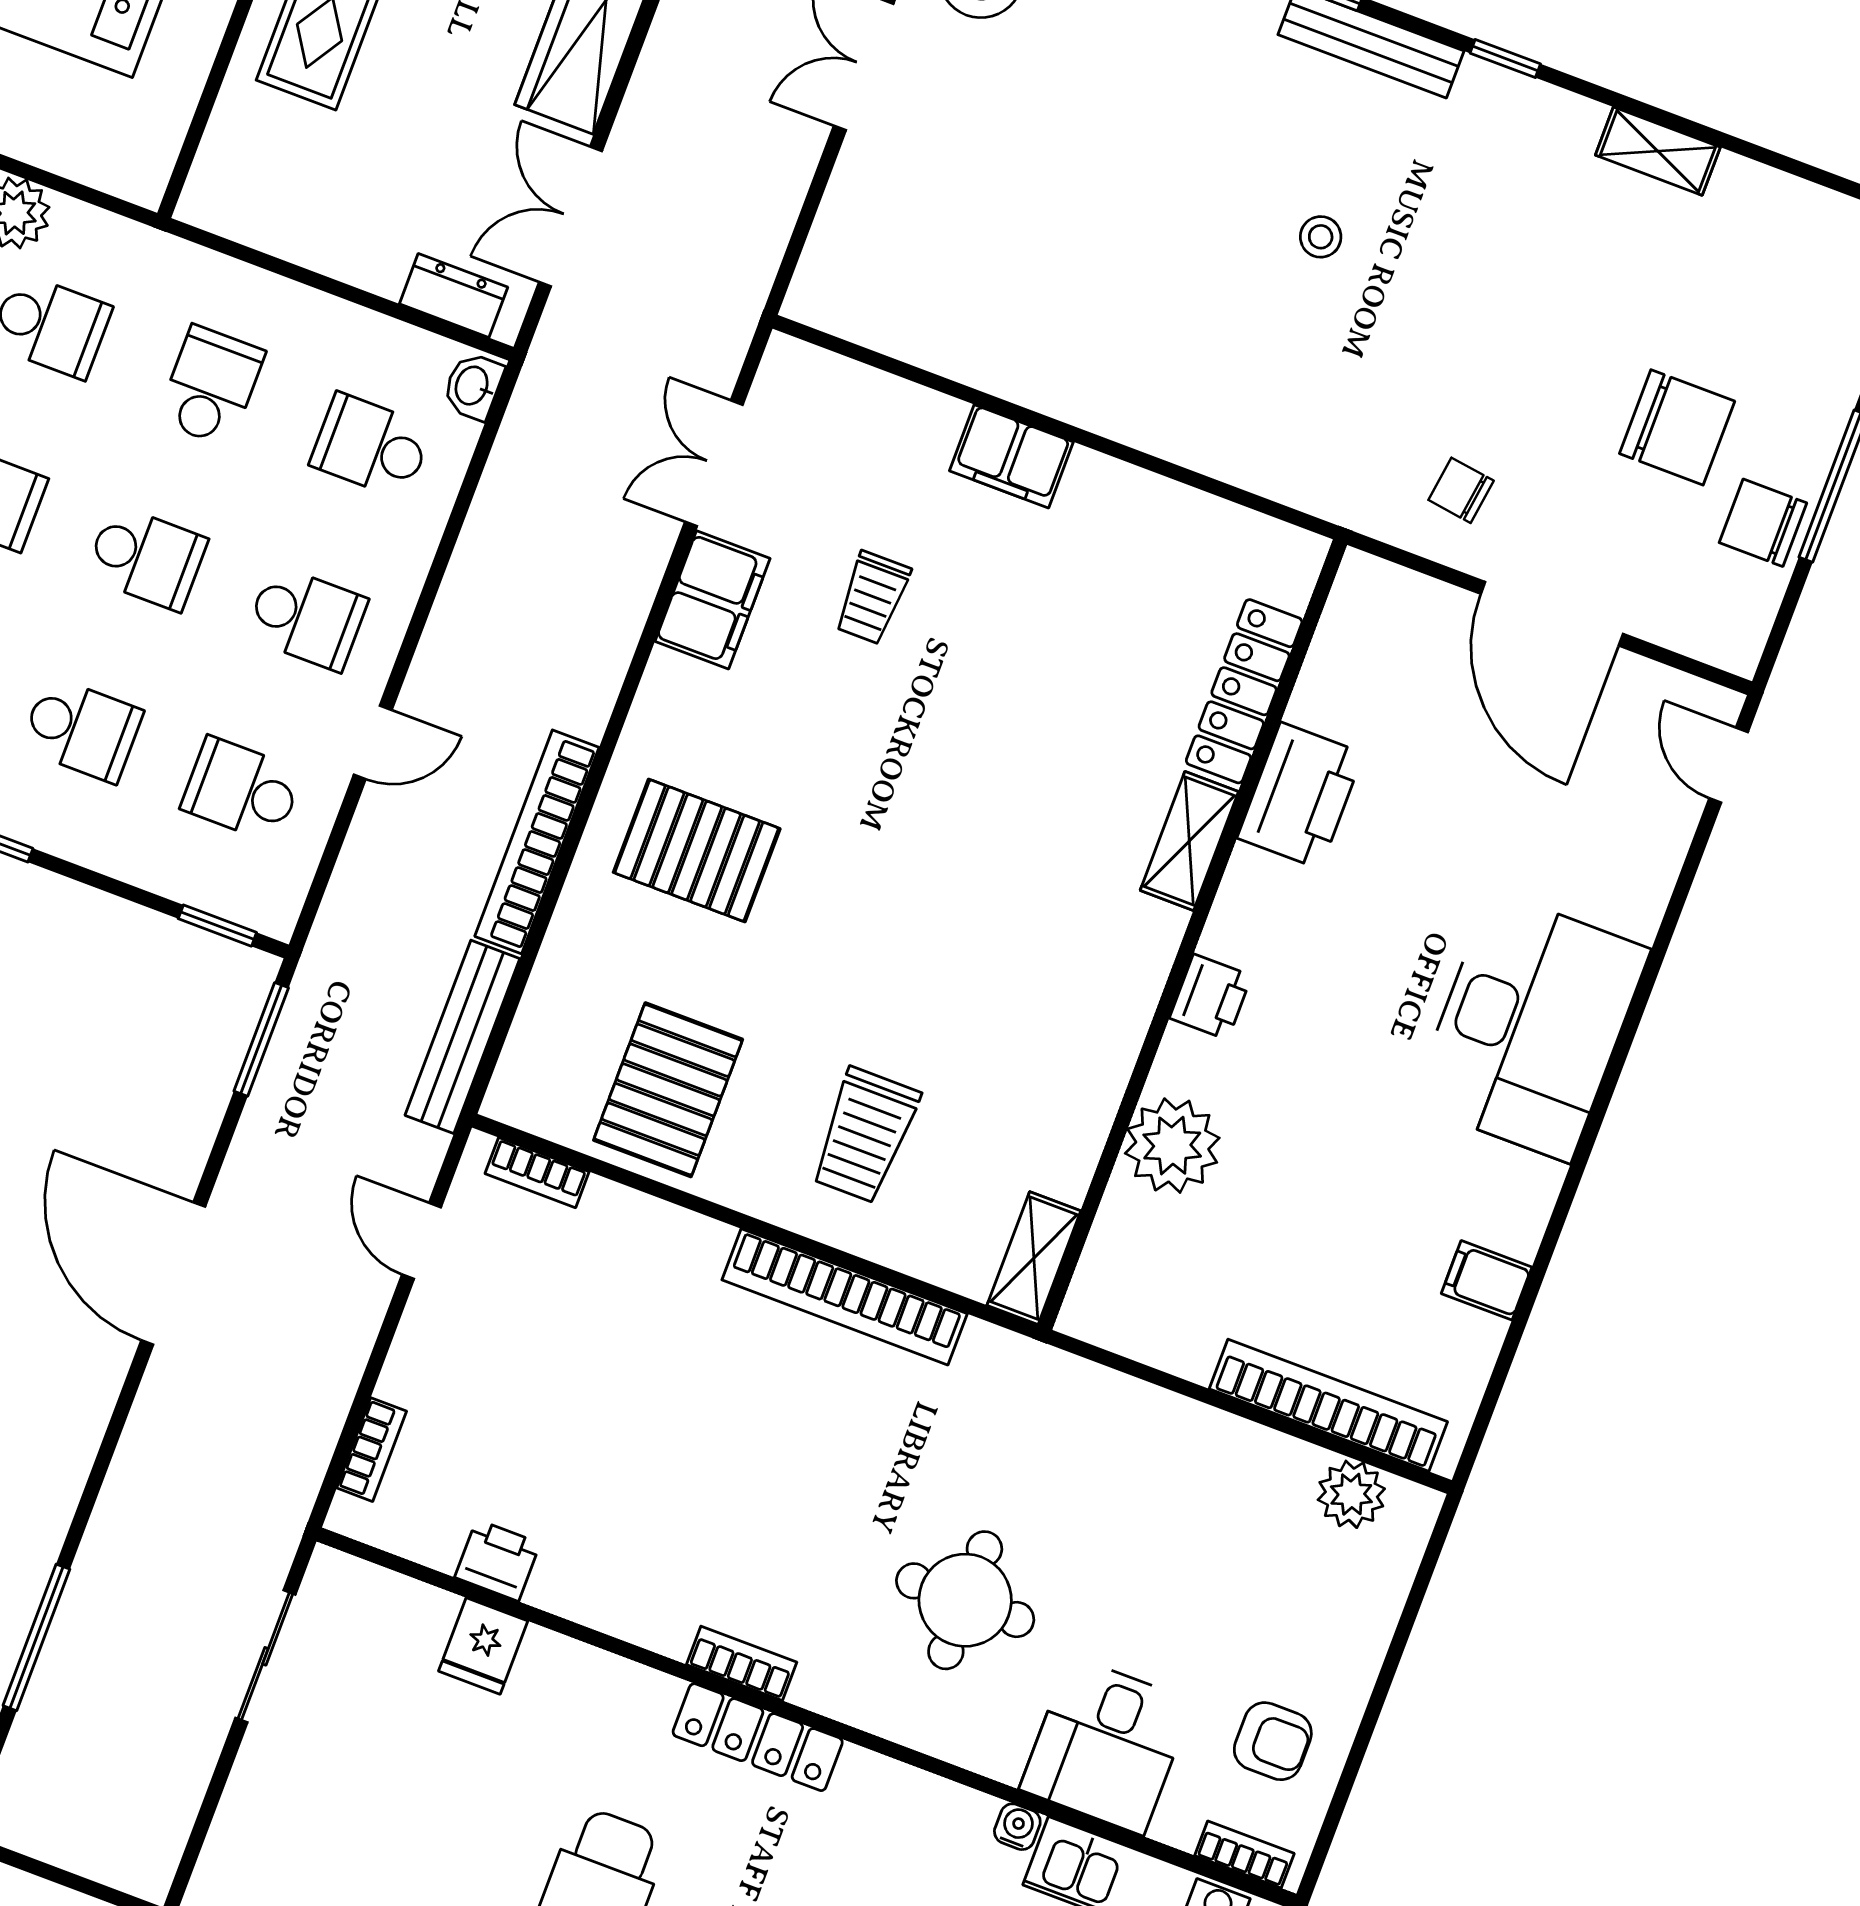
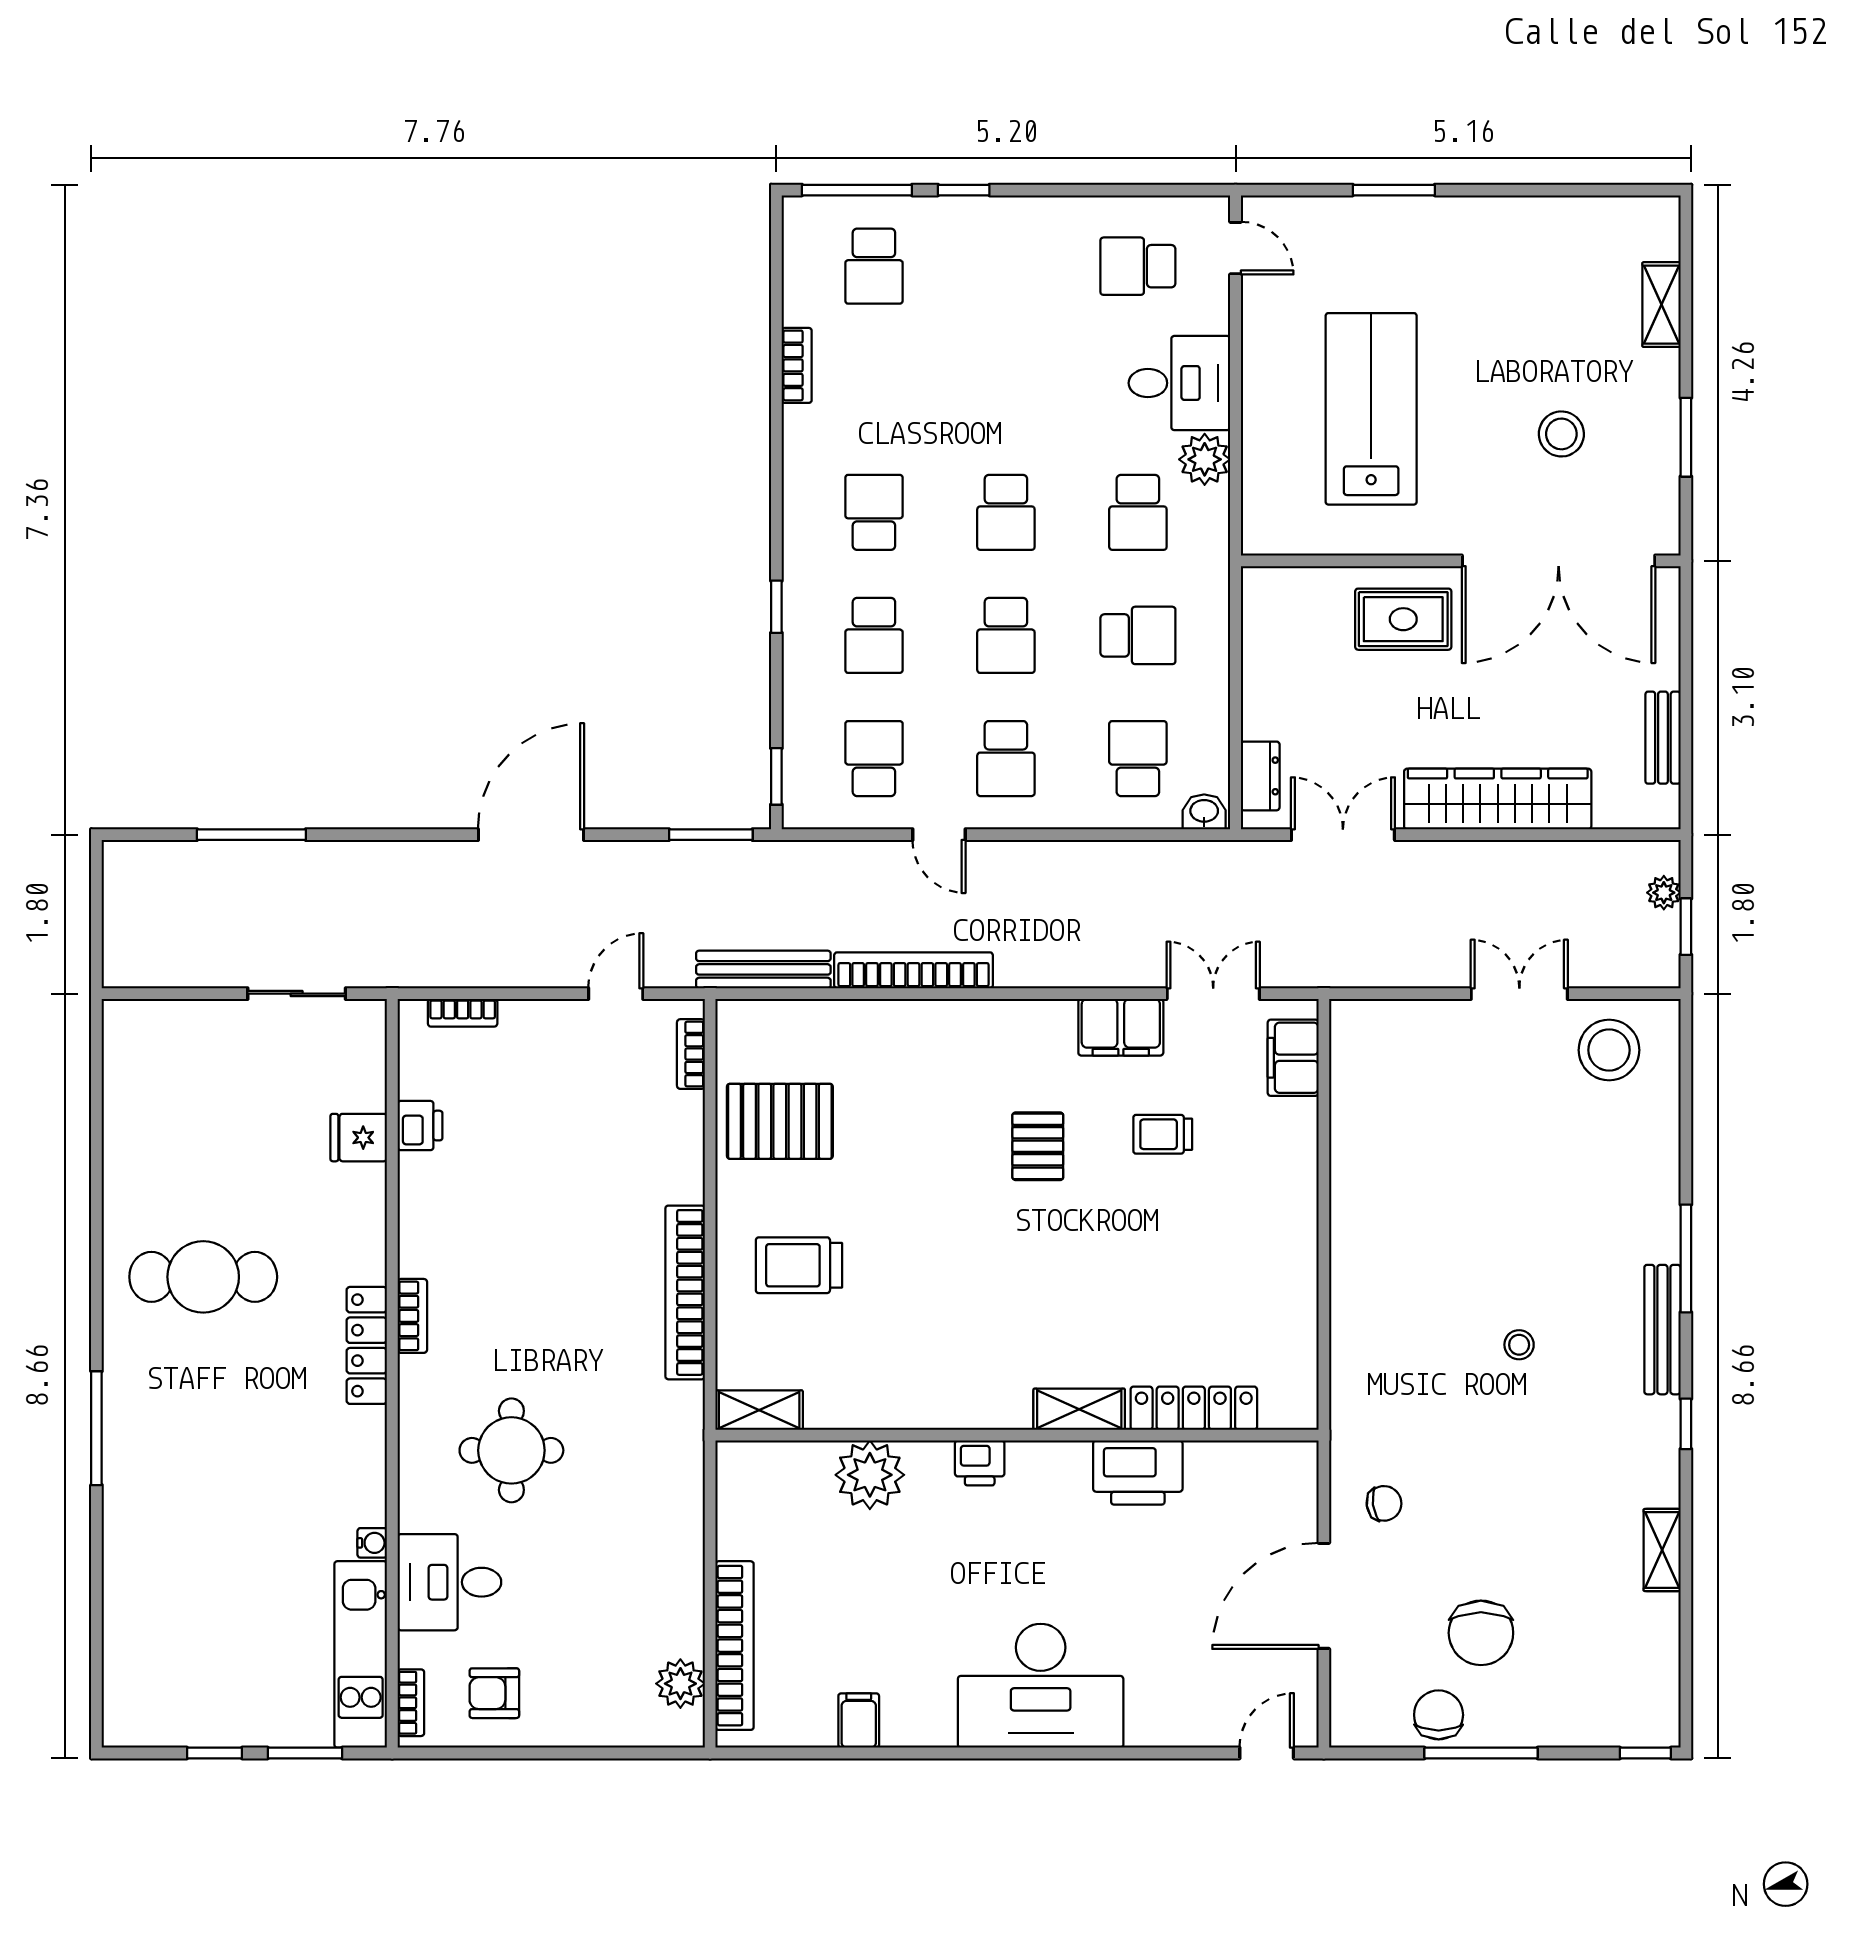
filing cabinet: (1011, 456) -> (1293, 1058), moved
chair: (1461, 490) -> (1384, 1503), turned 74
pallet: (697, 851) -> (1038, 1146), moved, width x0.67, depth x0.71
armchair: (1273, 1741) -> (494, 1693), turned 90

